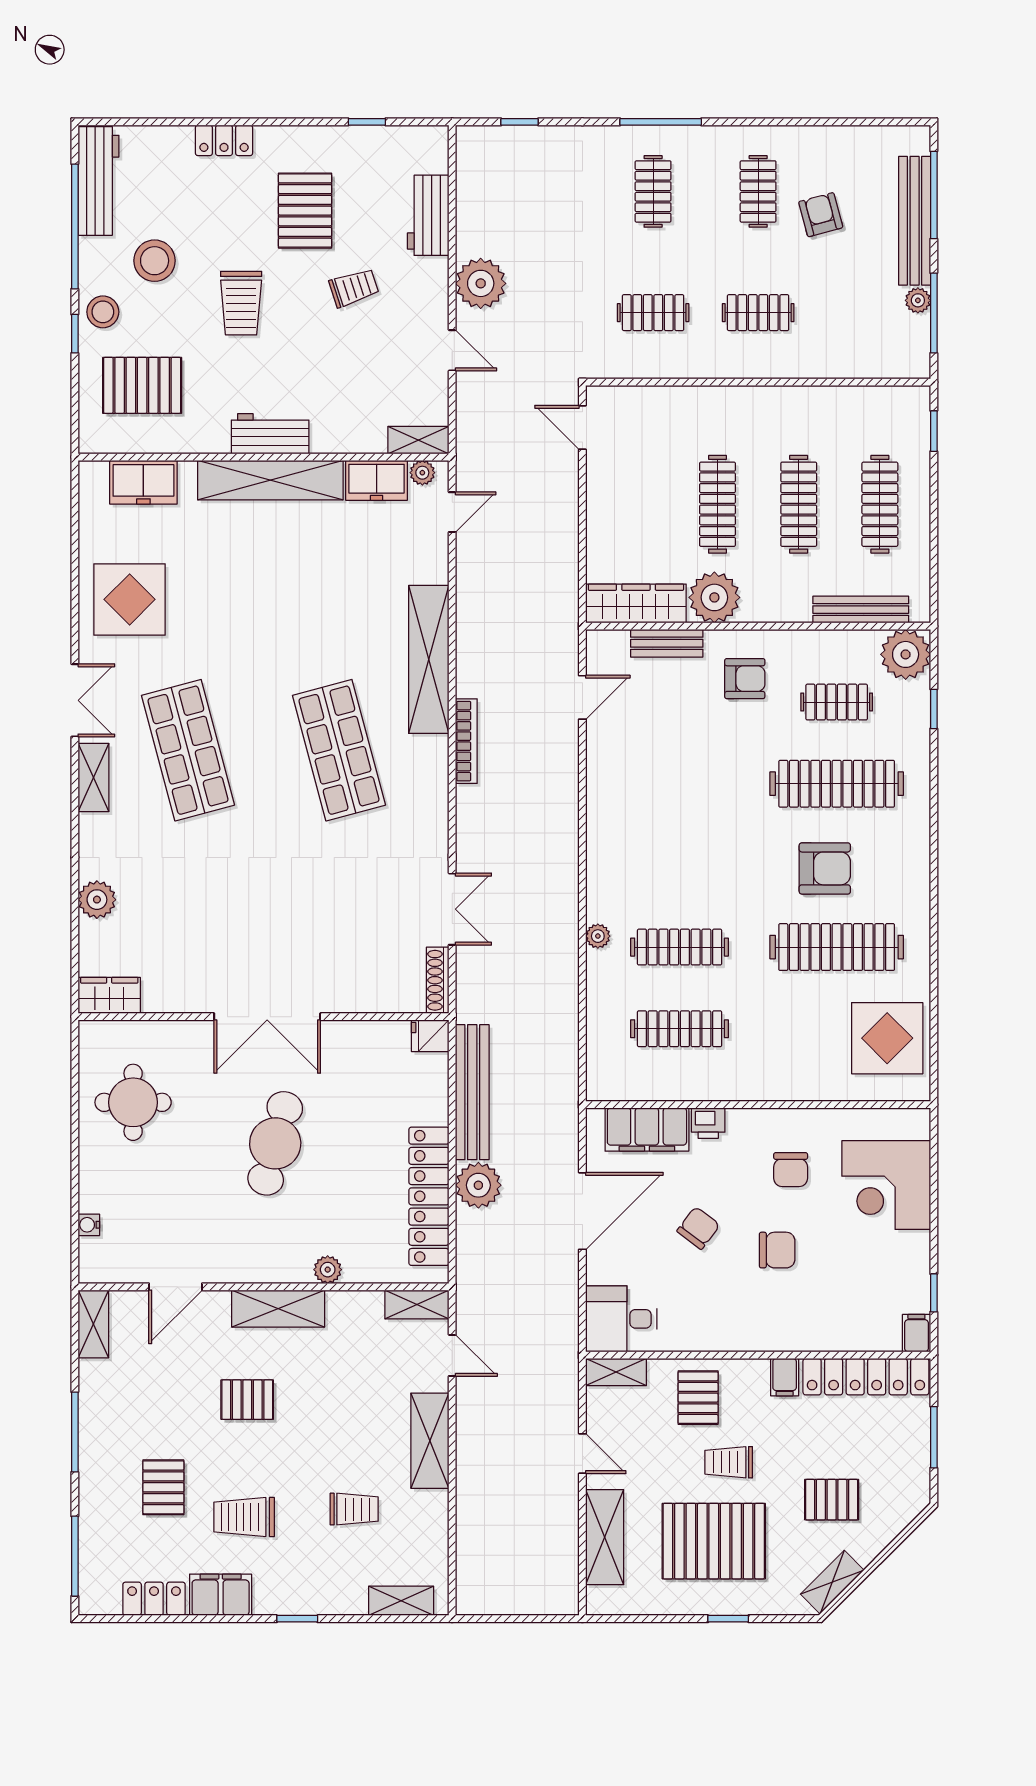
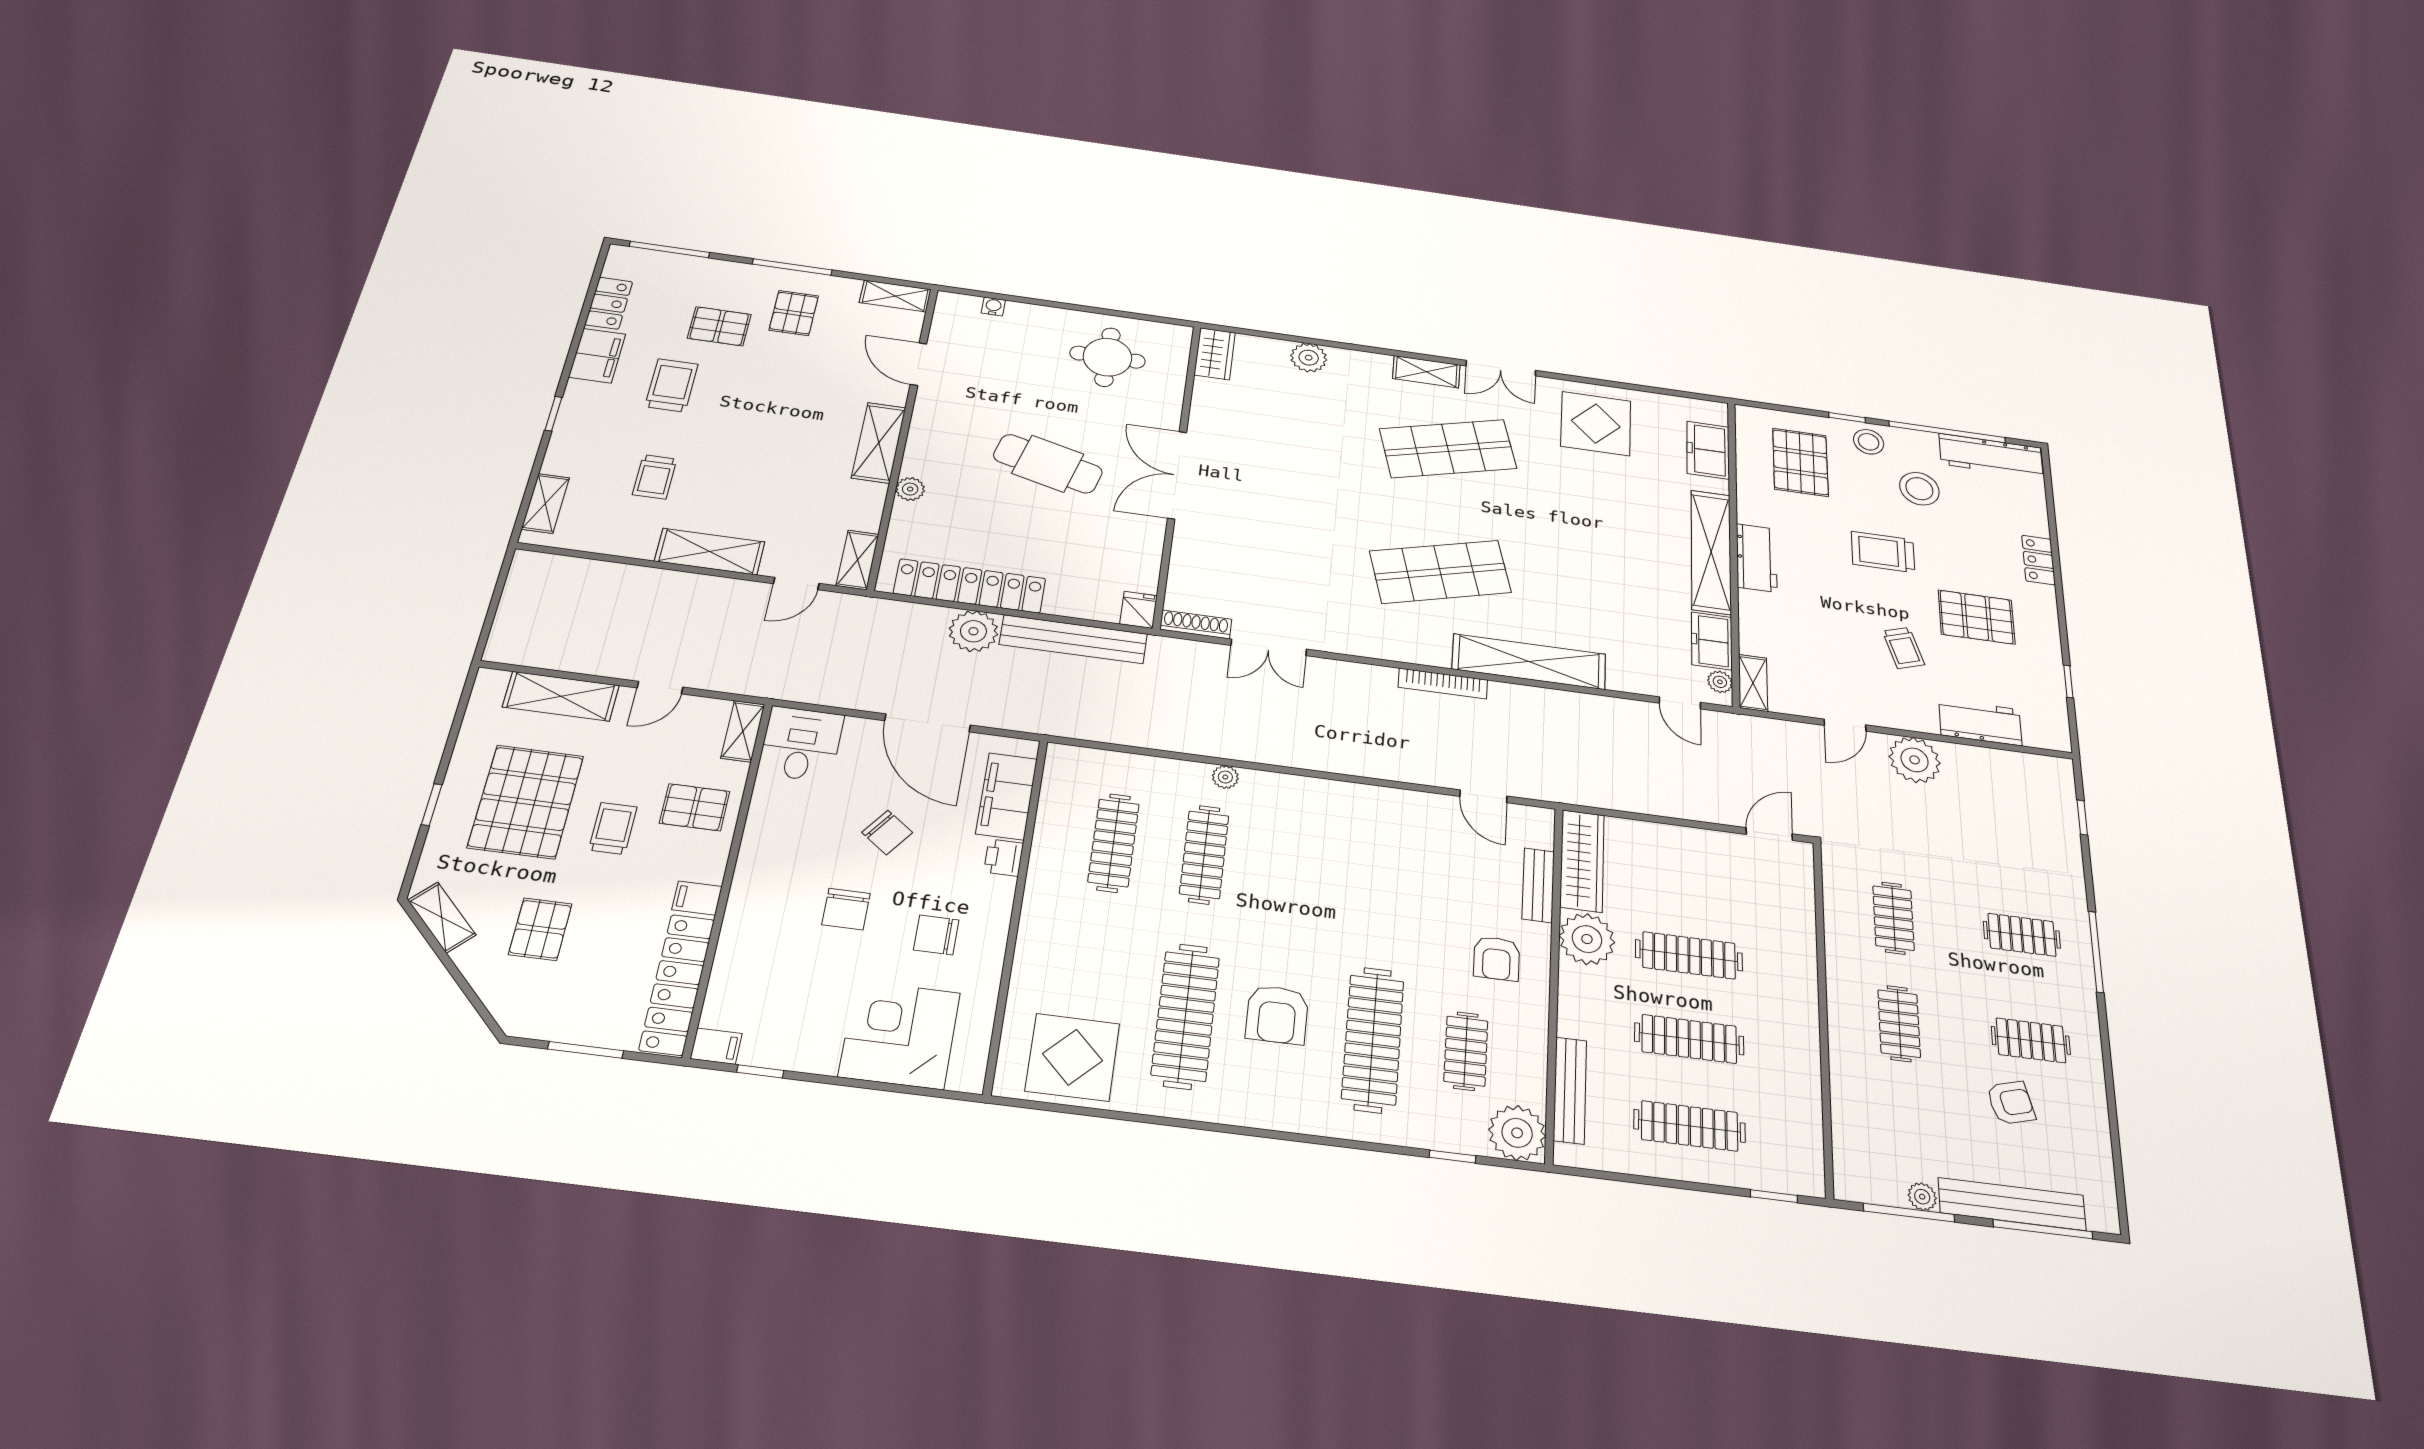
pallet: (247, 1400) -> (794, 313), moved

